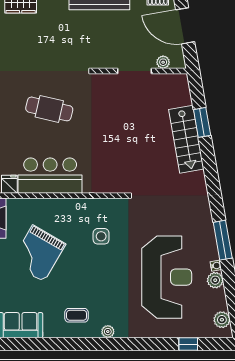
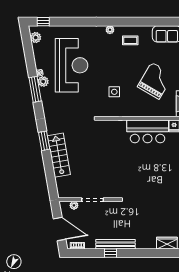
cafe table: (49, 109) -> (148, 175), removed
window: (202, 122) -> (44, 141), moved
reception desk: (167, 277) -> (72, 65), turned 180
plant: (215, 280) -> (43, 82), moved
window: (188, 344) -> (43, 22), moved

